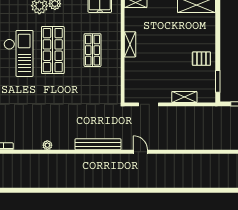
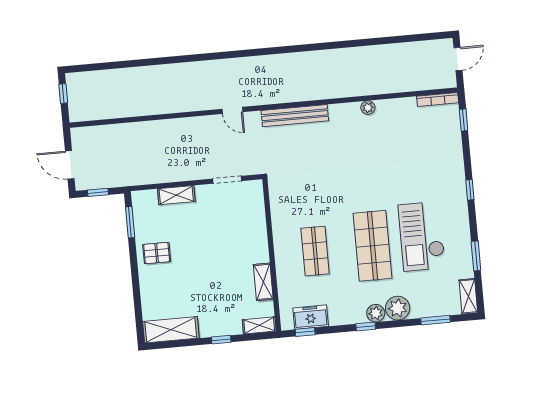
shelving: (130, 44) -> (263, 282), moved

